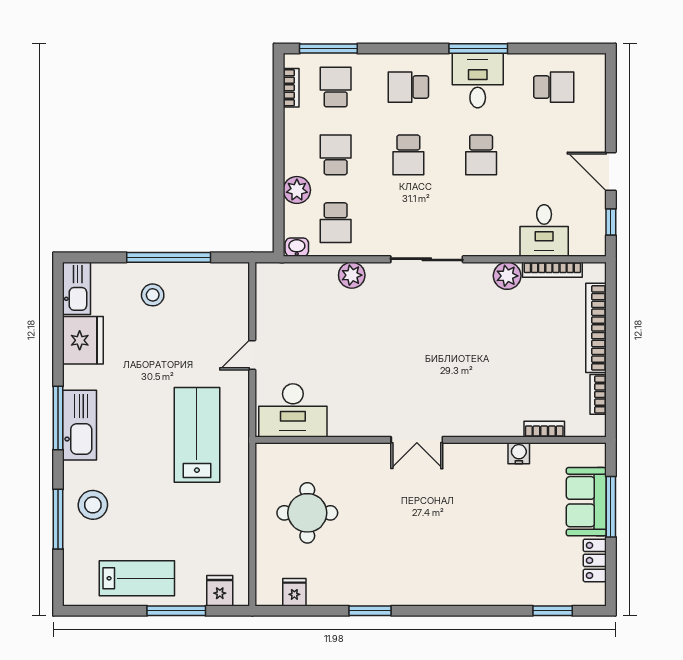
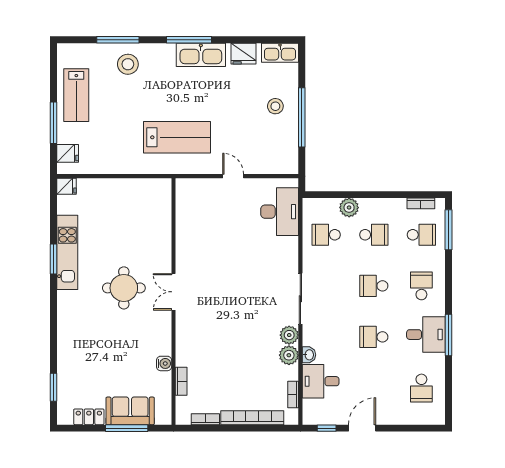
washbasin: (297, 247) -> (309, 355), moved
bookcase: (552, 270) -> (293, 395), width x0.64
plant: (352, 275) -> (289, 335), moved
fridge: (83, 340) -> (244, 54), width x0.73, depth x0.75
desk: (293, 410) -> (280, 212), moved, turned 180
kitchen sink: (80, 425) -> (201, 55), moved
round table: (307, 513) -> (124, 288), moved
kitchen unit: (361, 591) -> (67, 252), added
fridge: (294, 592) -> (66, 186), moved

